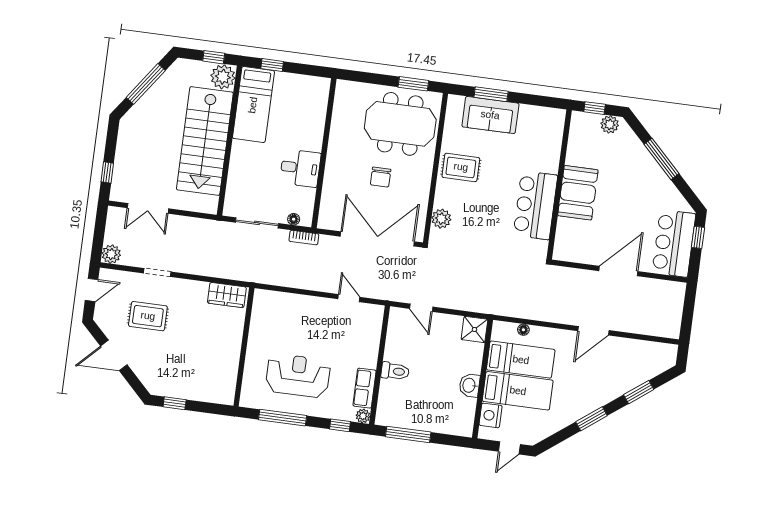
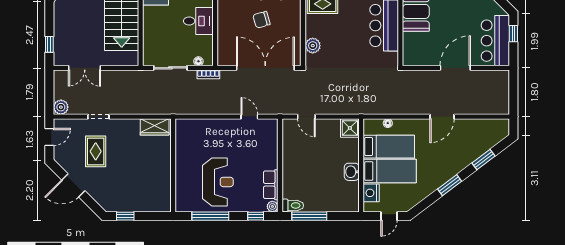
chair: (381, 177) -> (261, 20), turned 74
rug: (148, 316) -> (96, 151), turned 90
toilet: (395, 371) -> (293, 205), moved
reception desk: (298, 376) -> (218, 182), turned 90

